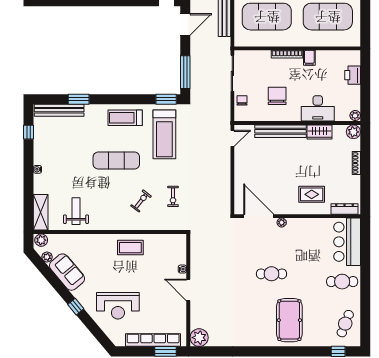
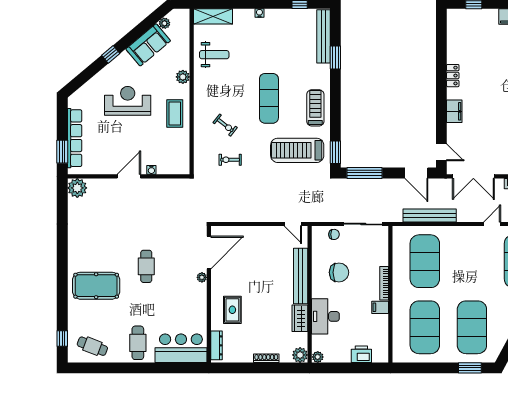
plant: (41, 240) -> (183, 77), moved
reception desk: (118, 306) -> (128, 101), moved, turned 90

